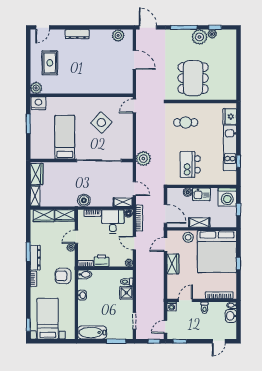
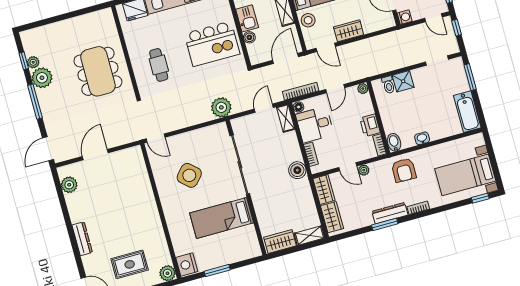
dining table: (193, 78) -> (98, 71), turned 90
kitchen island: (190, 164) -> (212, 44), width x1.37, depth x1.28

